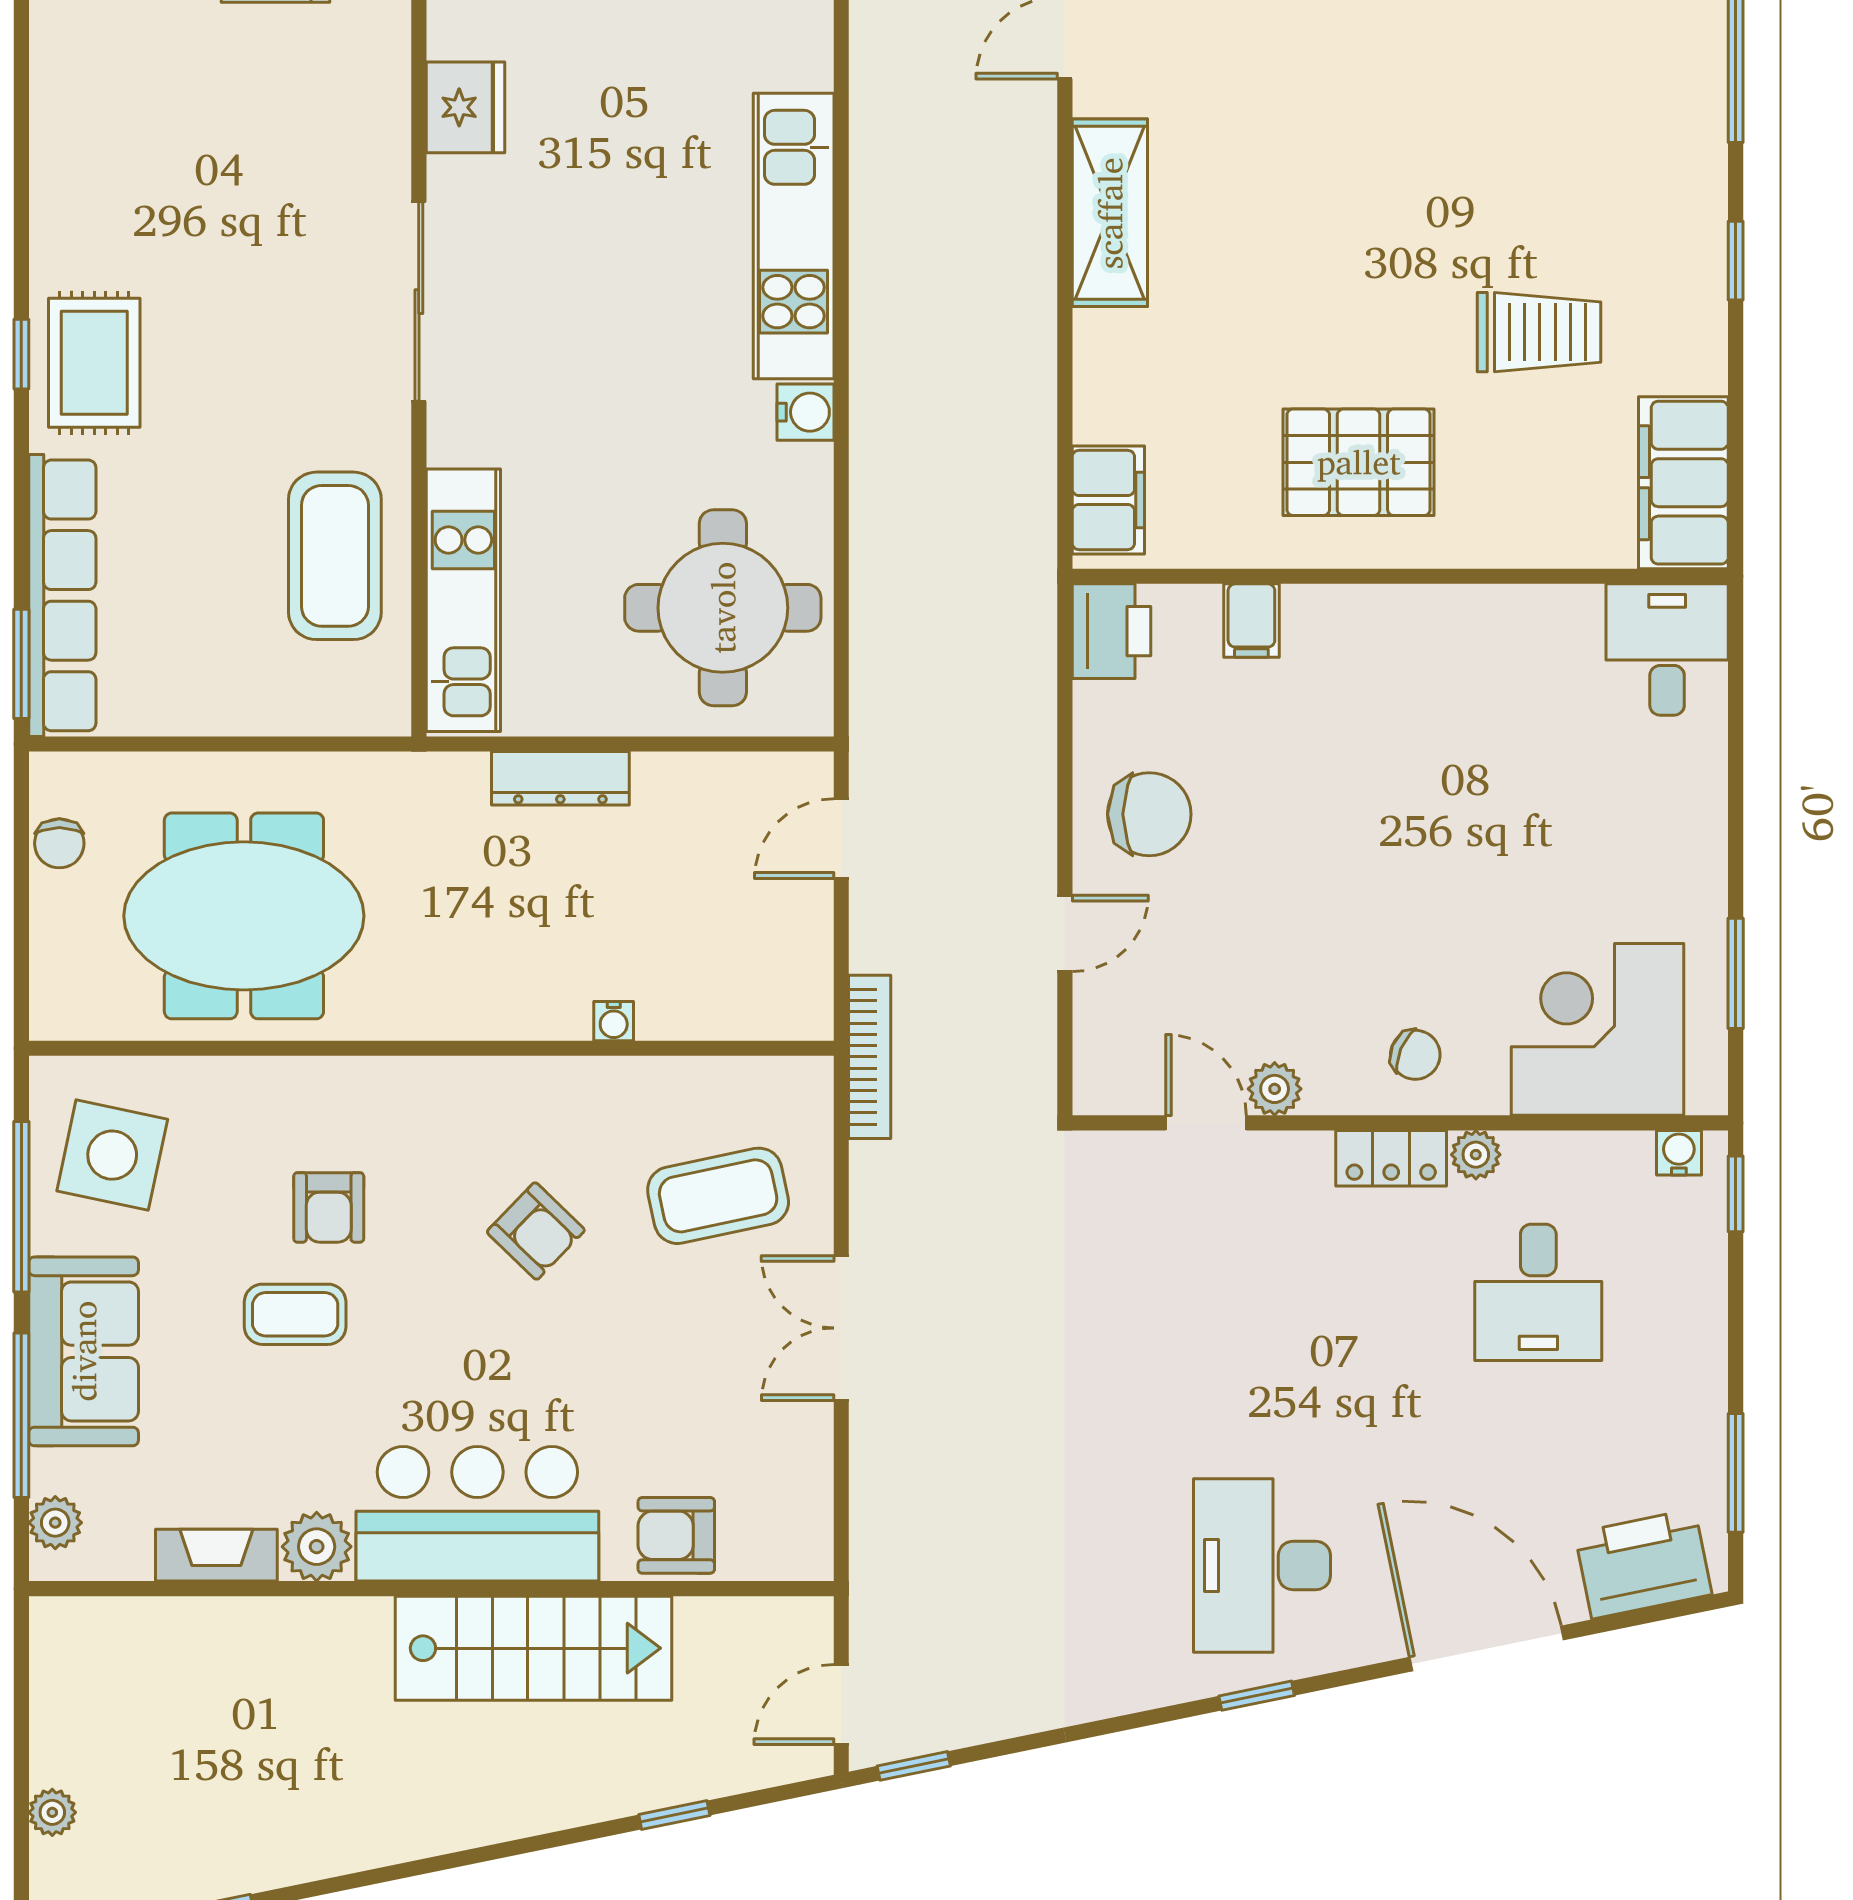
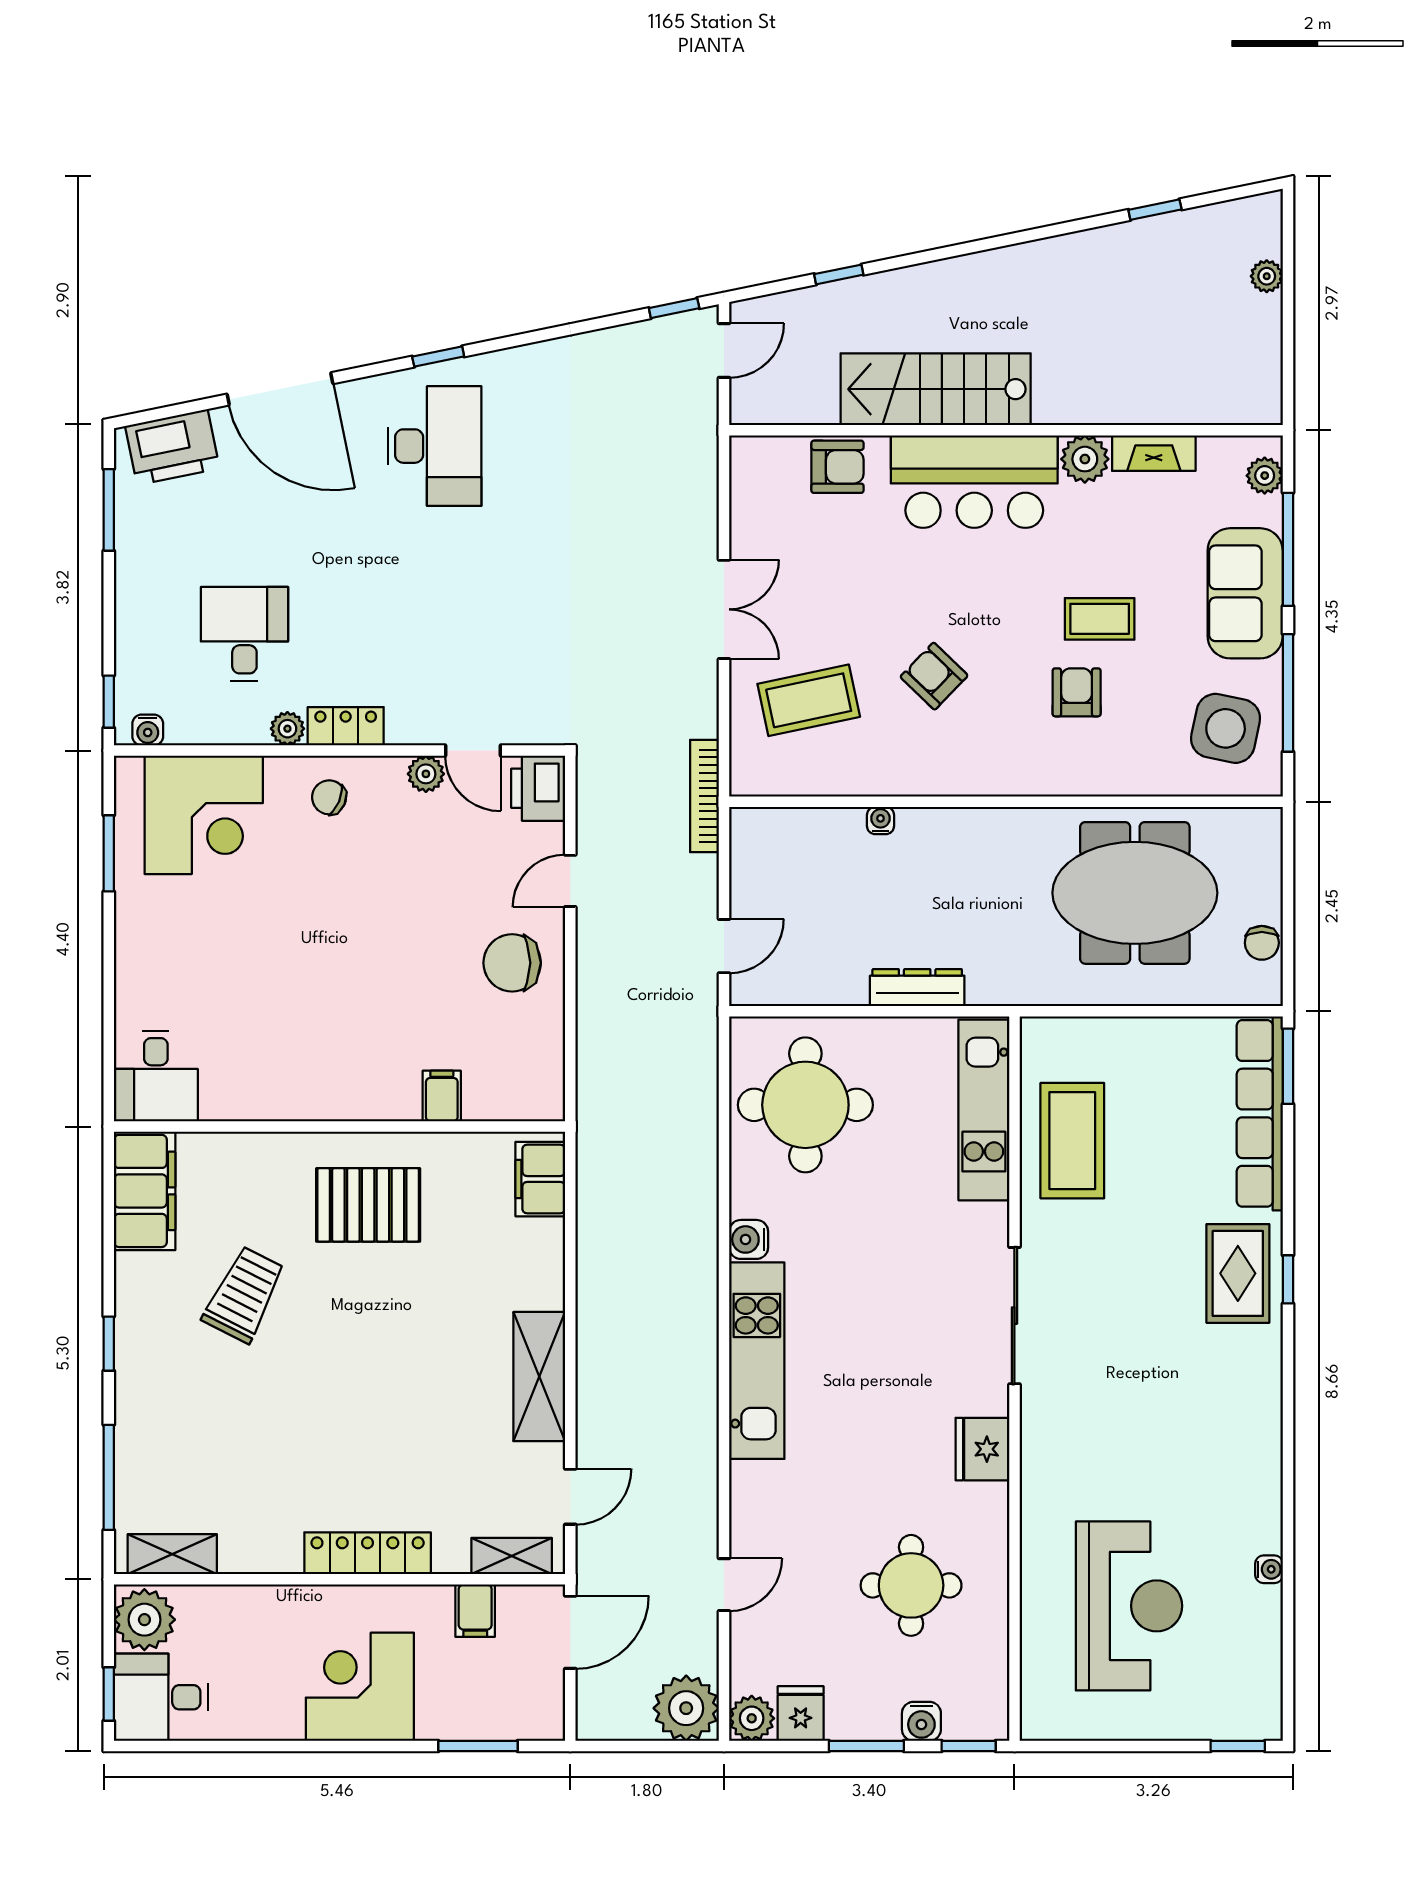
trolley: (1539, 332) -> (244, 1294), turned 117
printer: (1111, 631) -> (538, 788), moved
chair: (59, 843) -> (1262, 943), turned 180

